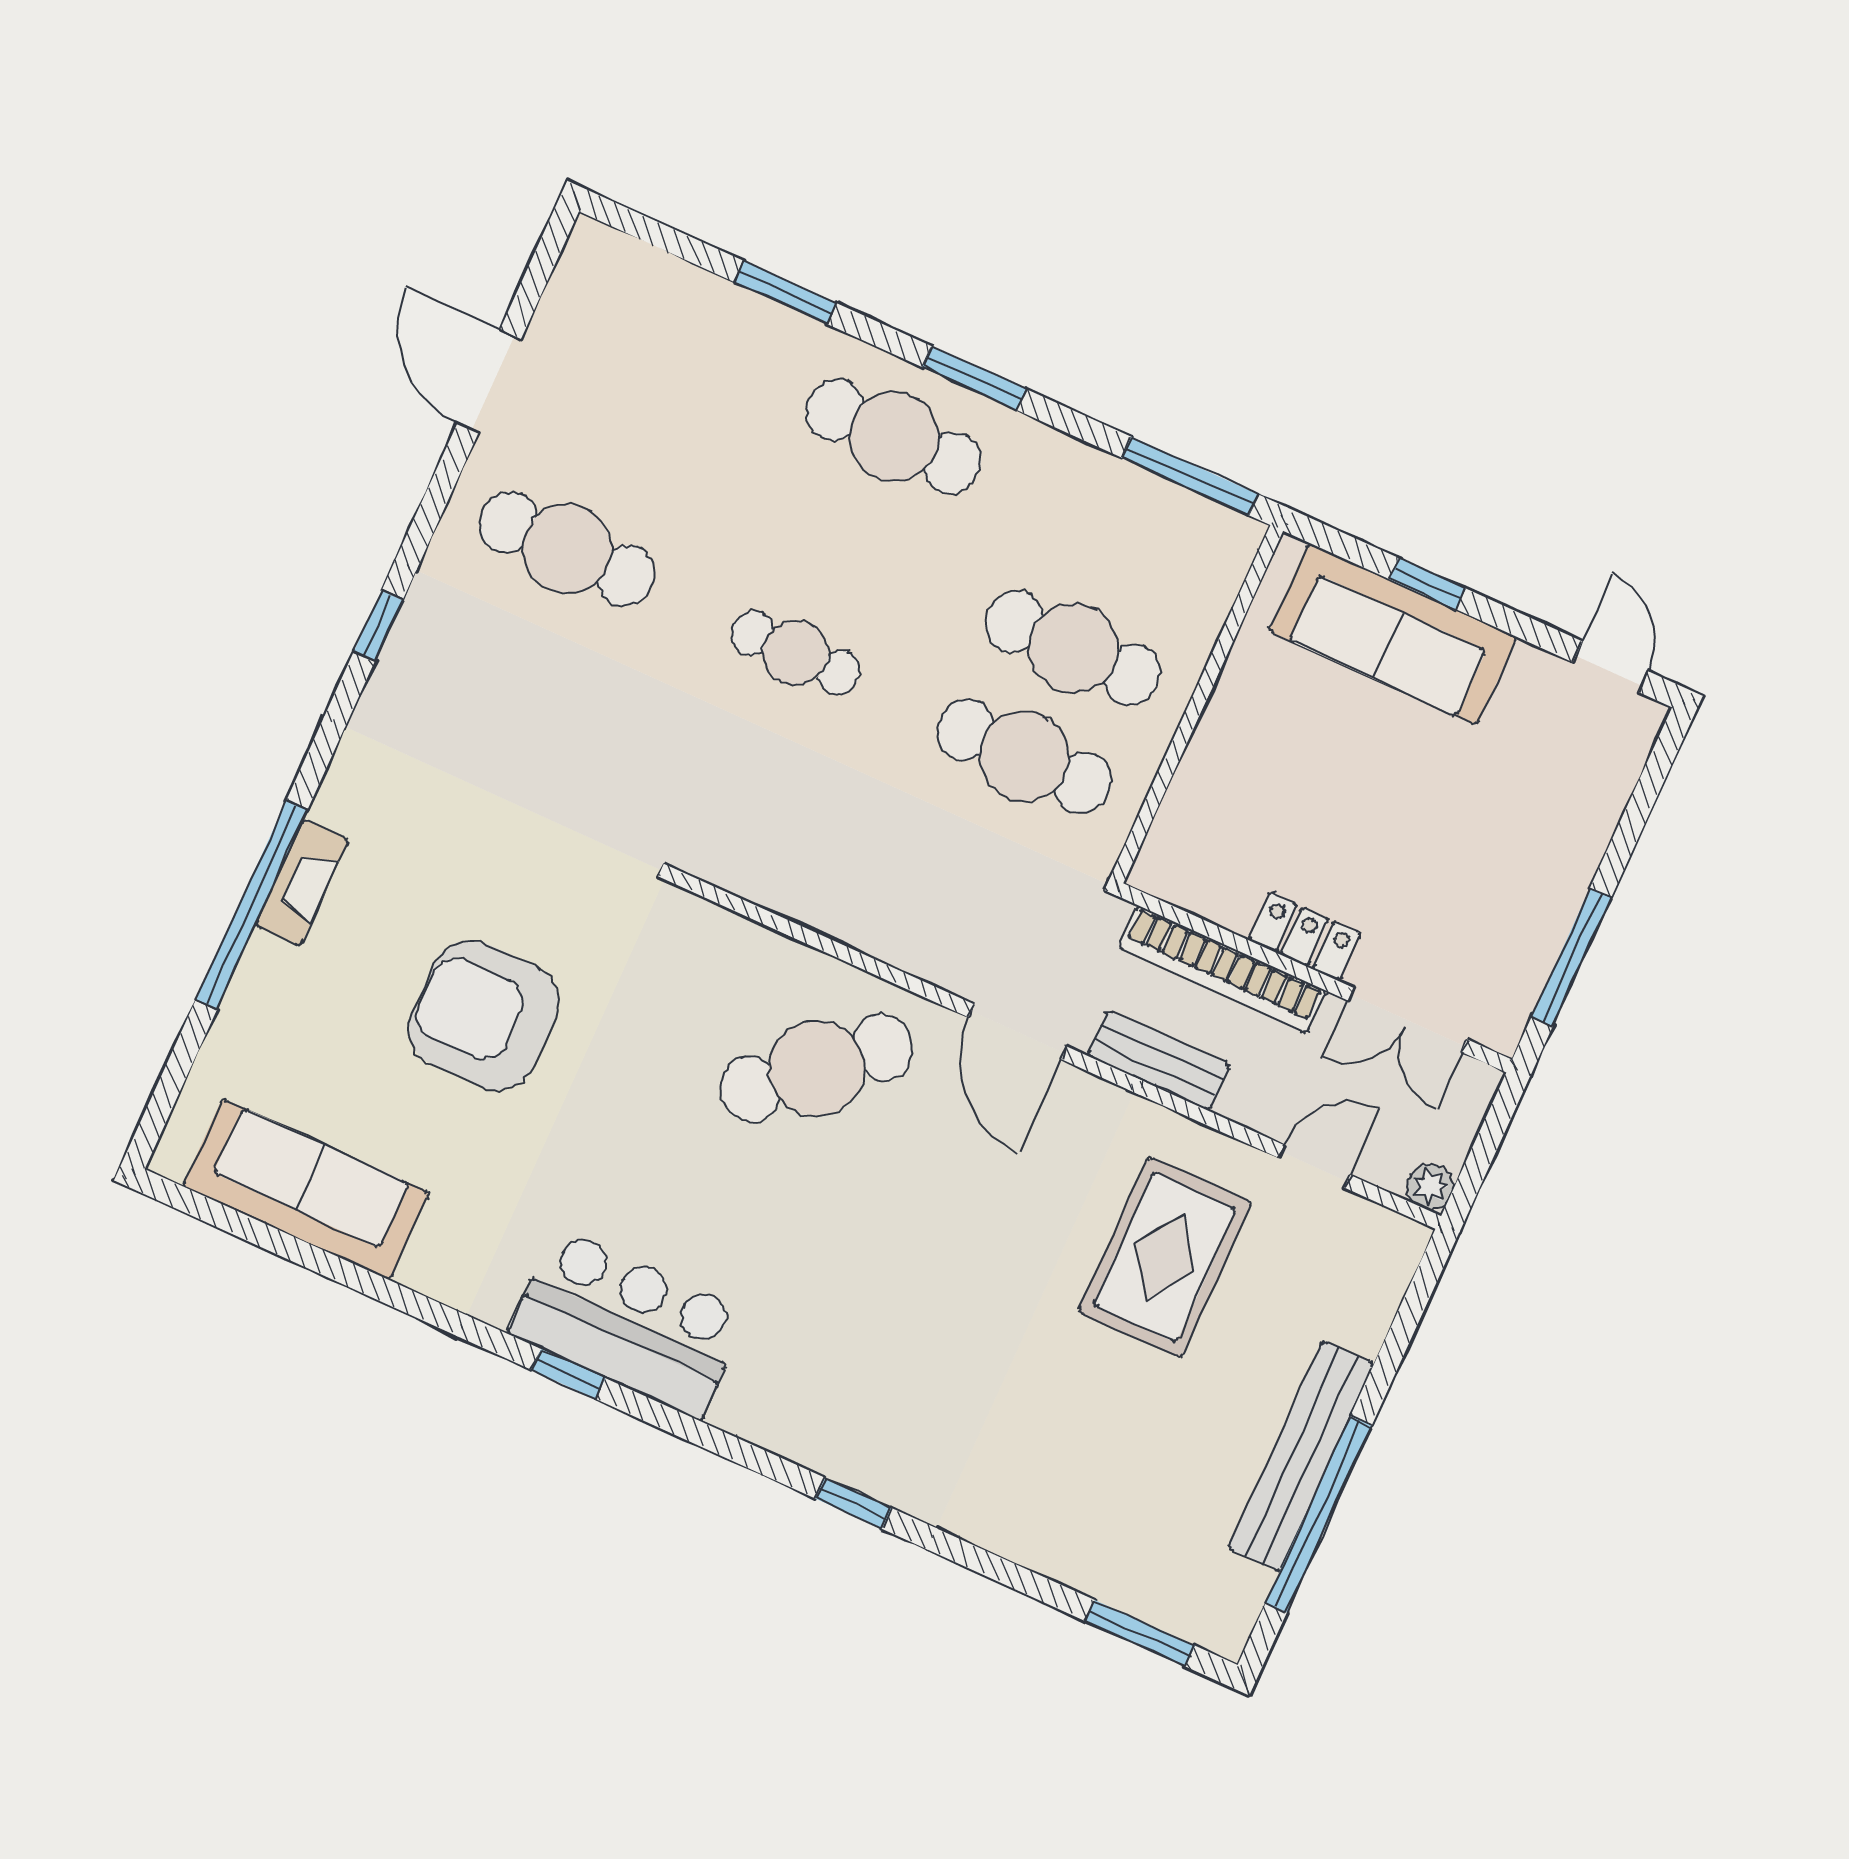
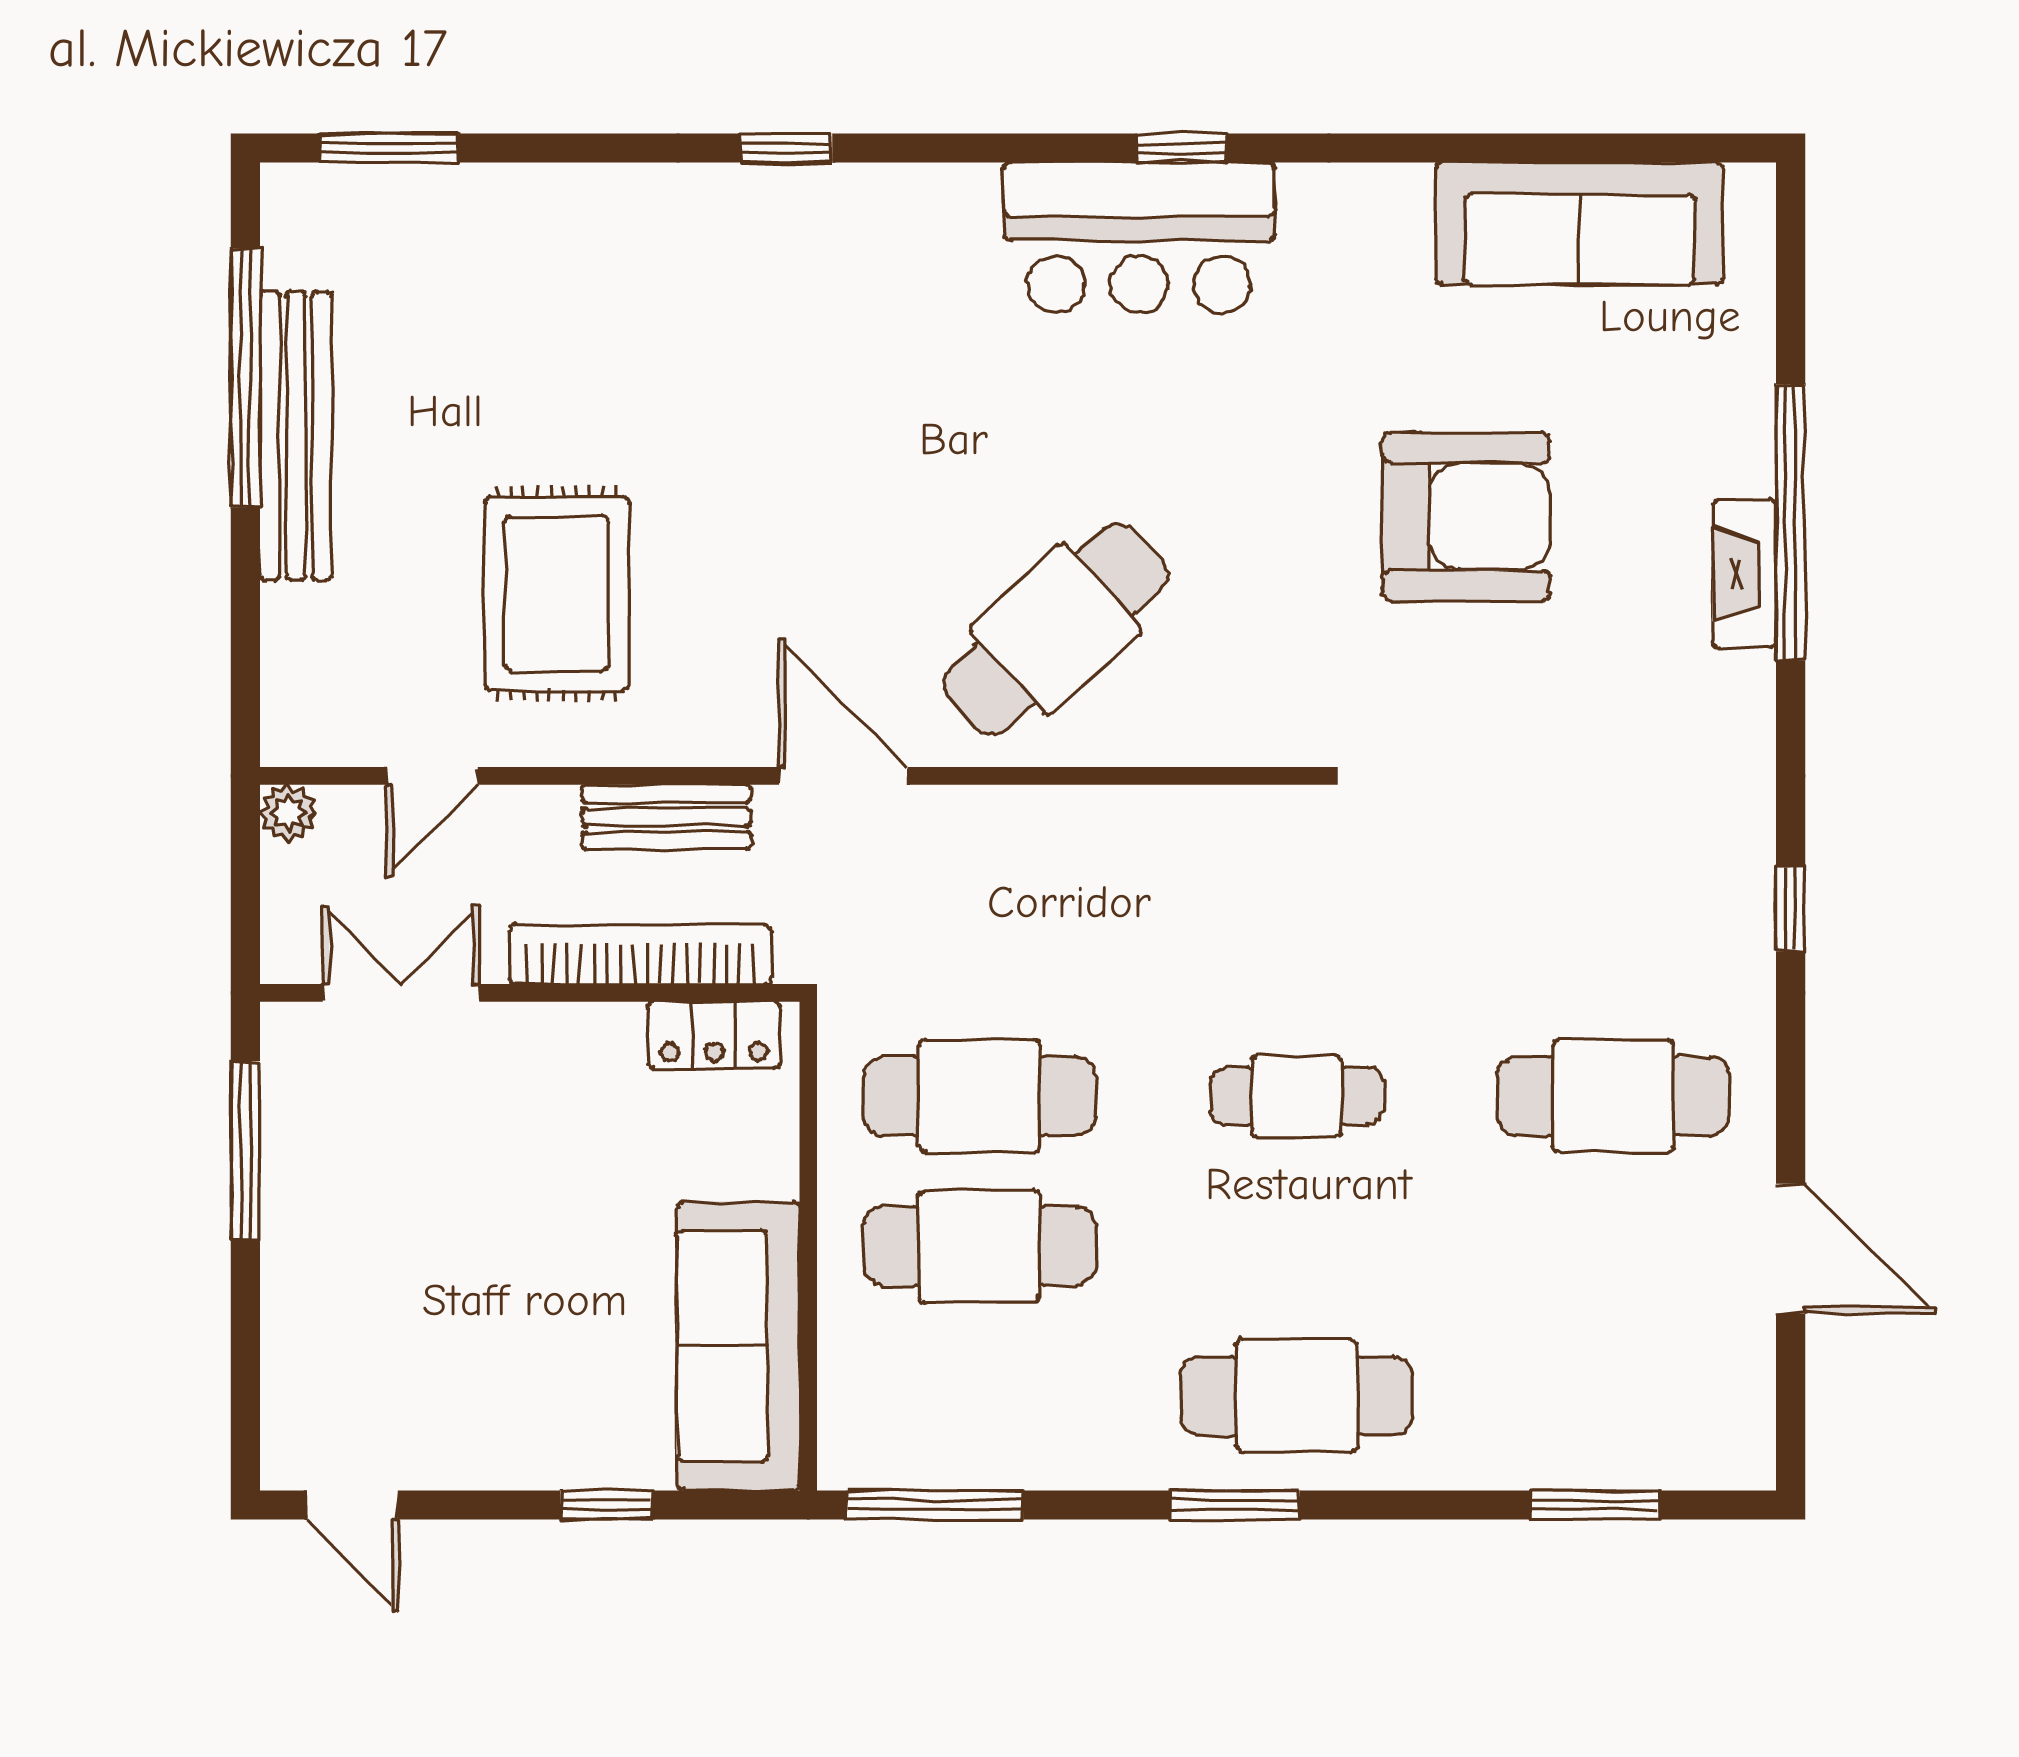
window: (786, 293) -> (1594, 1505), moved
sofa: (1393, 634) -> (738, 1346), moved, turned -90
locker: (1305, 937) -> (714, 1035), moved

